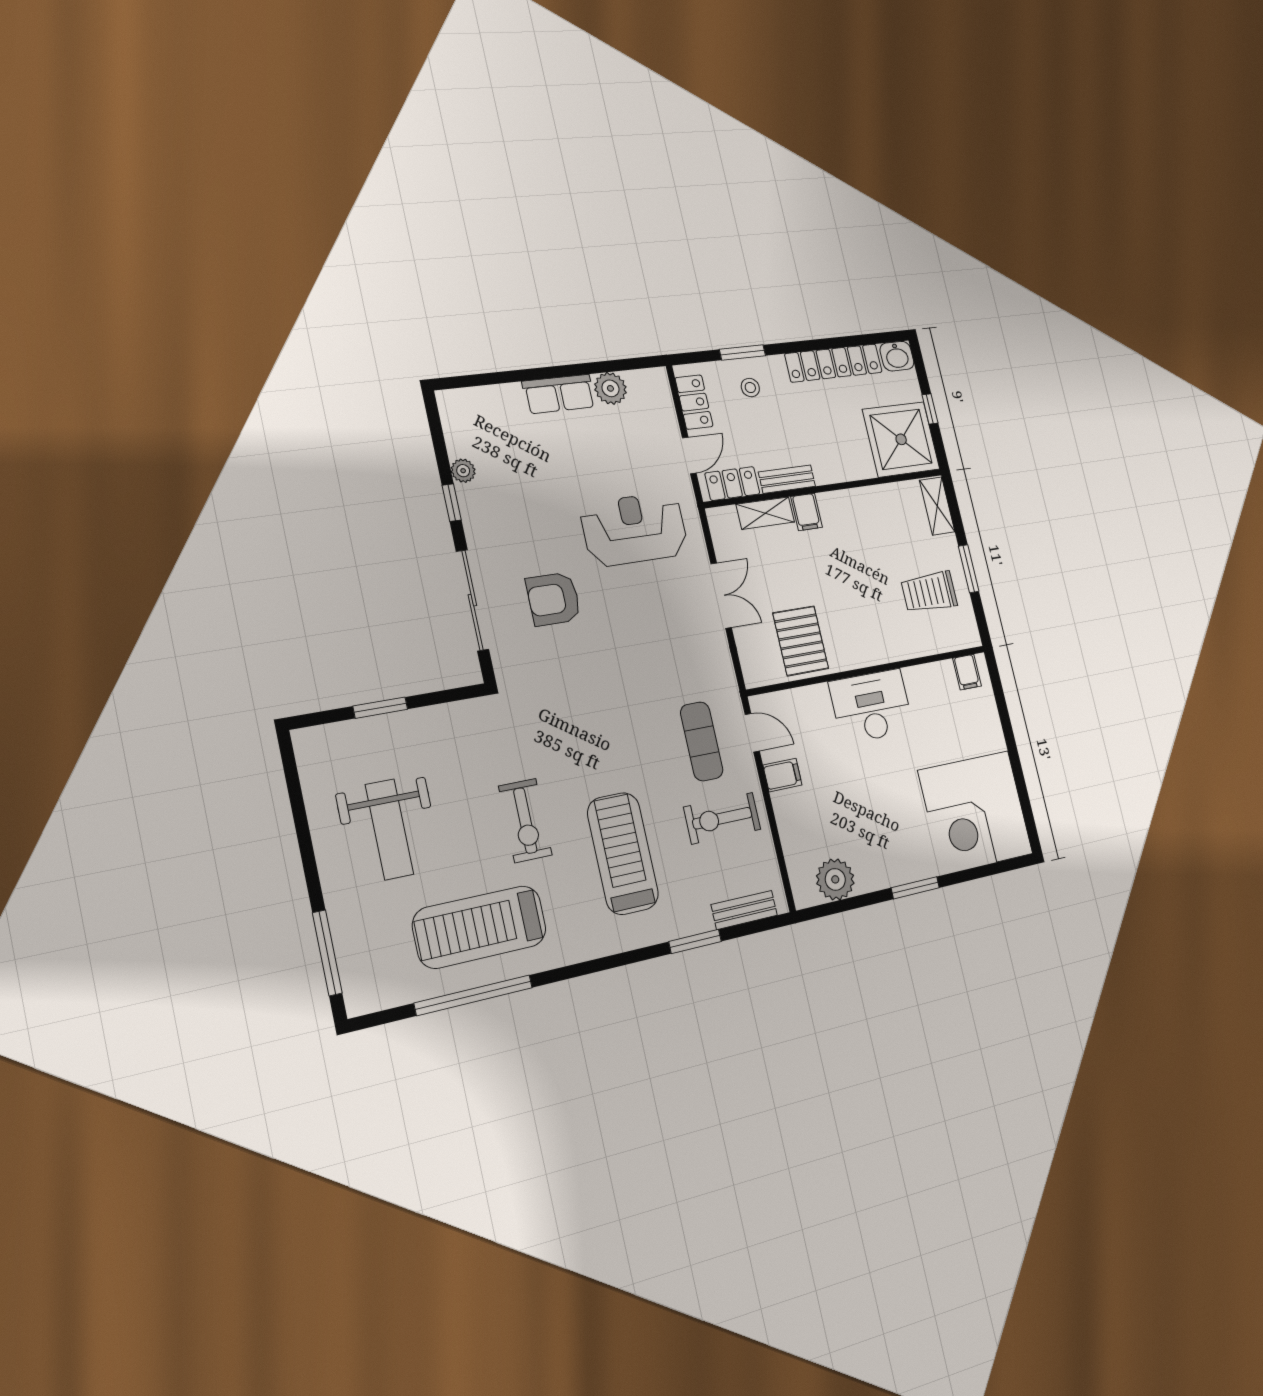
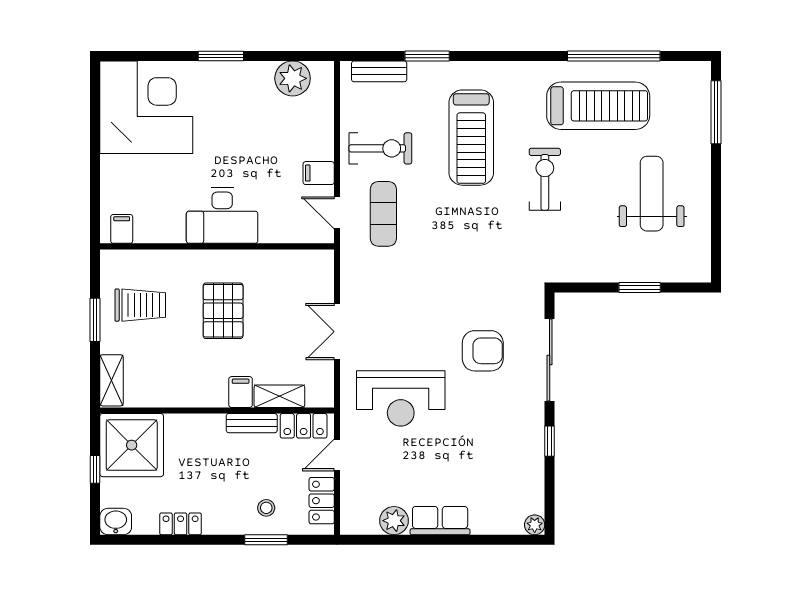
locker: (834, 363) -> (181, 524), width x0.46, depth x0.83
plant: (463, 471) -> (535, 525), moved
pallet: (801, 641) -> (223, 311), moved

